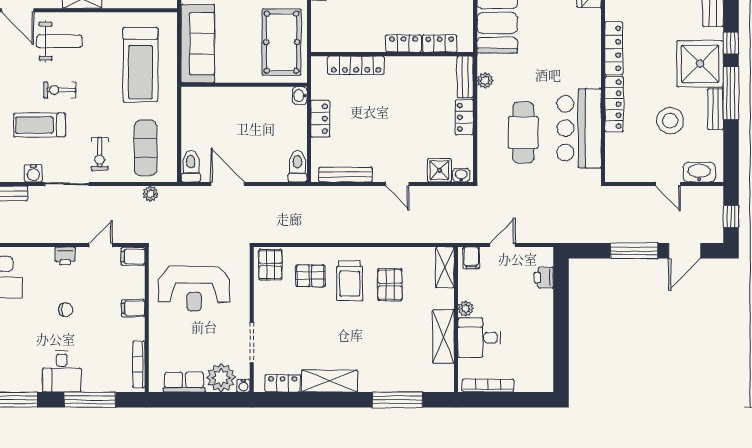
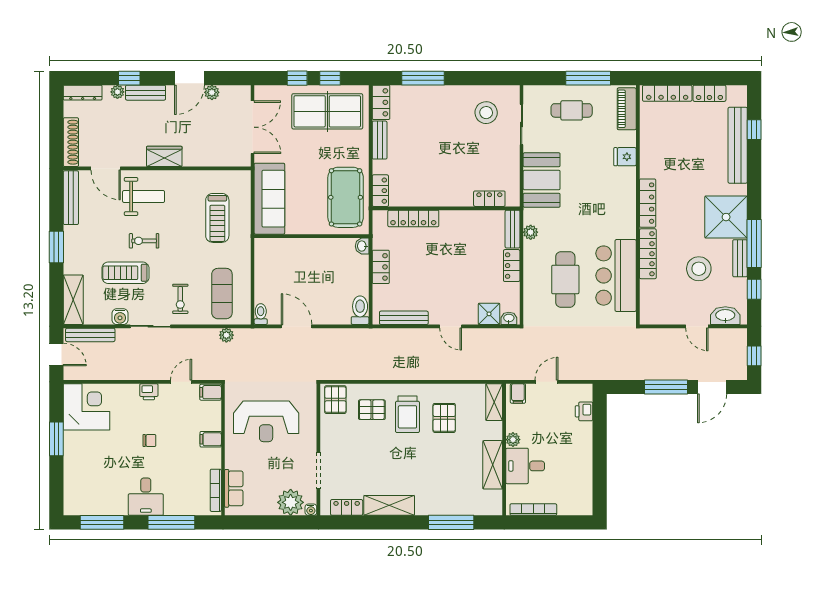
locker: (404, 43) -> (380, 191), moved, turned 90
window: (731, 43) -> (754, 289), moved
treadmill: (140, 65) -> (217, 218), width x0.73, depth x0.73
toilet: (191, 166) -> (261, 314), width x0.73, depth x0.72
row of seats: (184, 382) -> (234, 488), moved, turned 90

